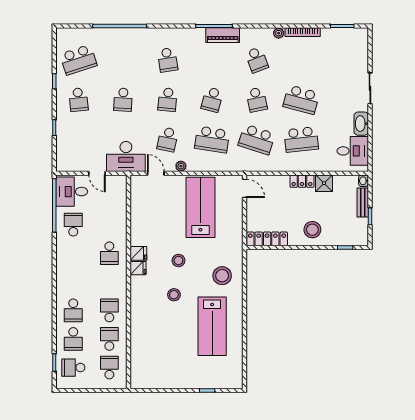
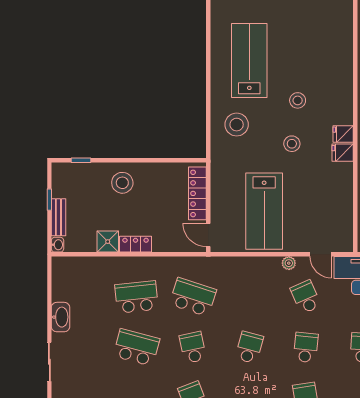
school desk: (168, 139) -> (306, 297), turned -36
school desk: (212, 139) -> (249, 297), removed
desk: (353, 151) -> (71, 283), removed
locker: (267, 239) -> (197, 193), moved, turned 90

